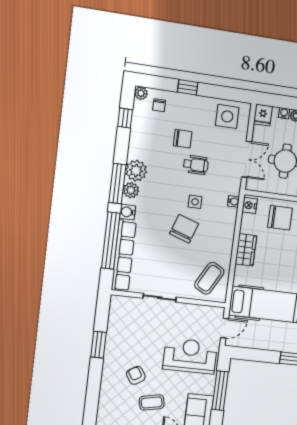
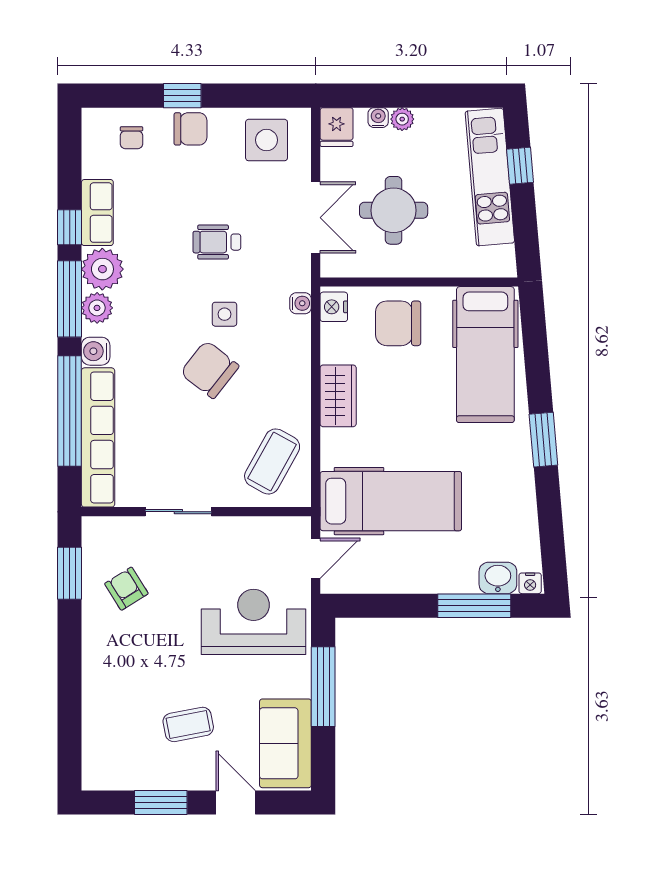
plant: (141, 93) -> (94, 120), removed
window: (125, 118) -> (70, 227), moved
chair: (183, 139) -> (191, 129), moved
row of seats: (137, 141) -> (97, 213), added
wheelchair: (196, 165) -> (217, 242), turned 180
chair: (280, 218) -> (398, 323), turned 180
chair: (184, 229) -> (210, 370), turned -71
window: (98, 345) -> (70, 573), moved
armchair: (136, 375) -> (126, 589), moved

